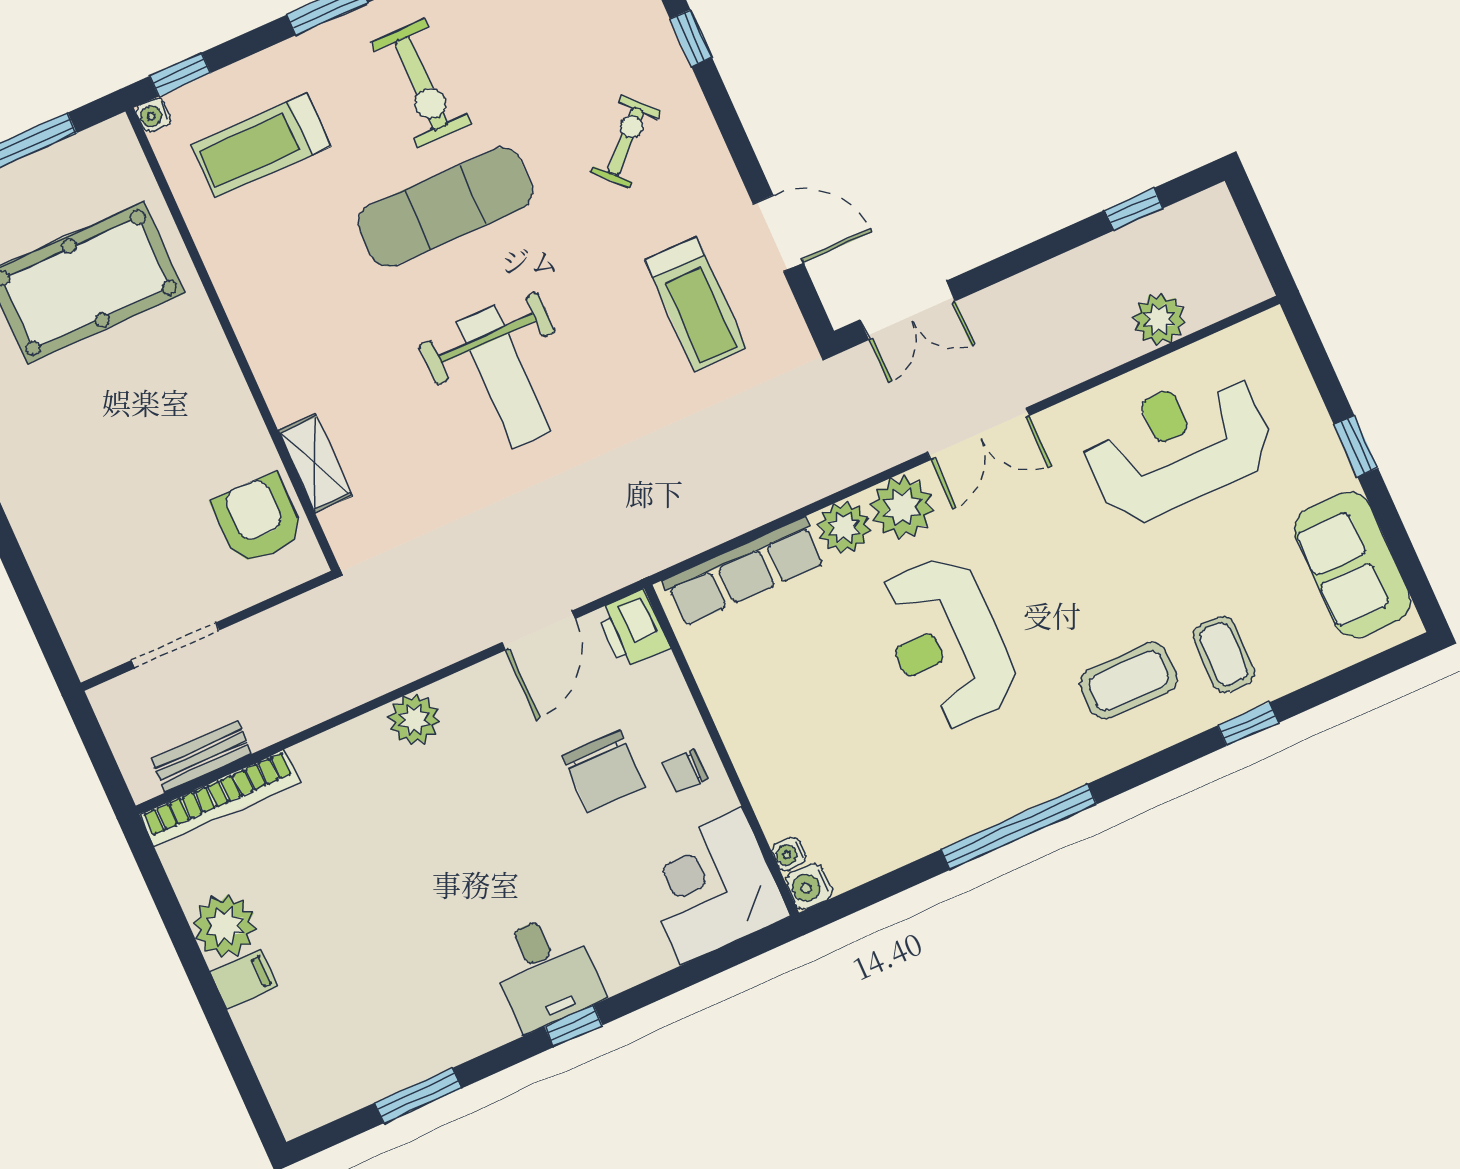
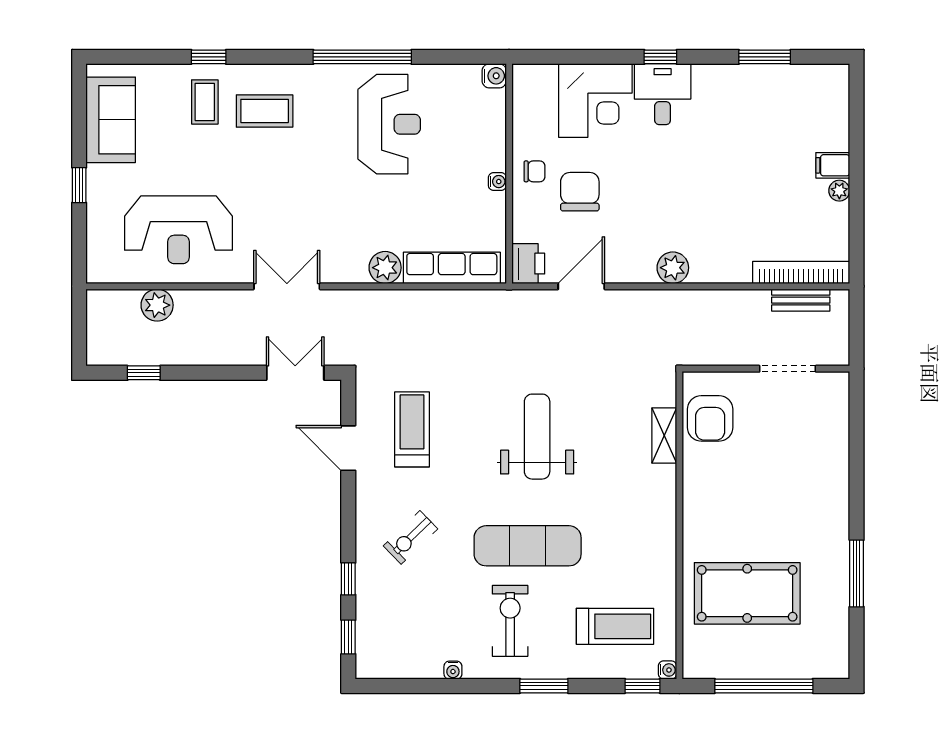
plant: (902, 507) -> (348, 264), removed
reception desk: (946, 643) -> (389, 124), moved
water cooler: (789, 854) -> (497, 182), moved
corner desk: (711, 886) -> (595, 101), moved
plant: (225, 926) -> (839, 191), width x0.53, depth x0.53

